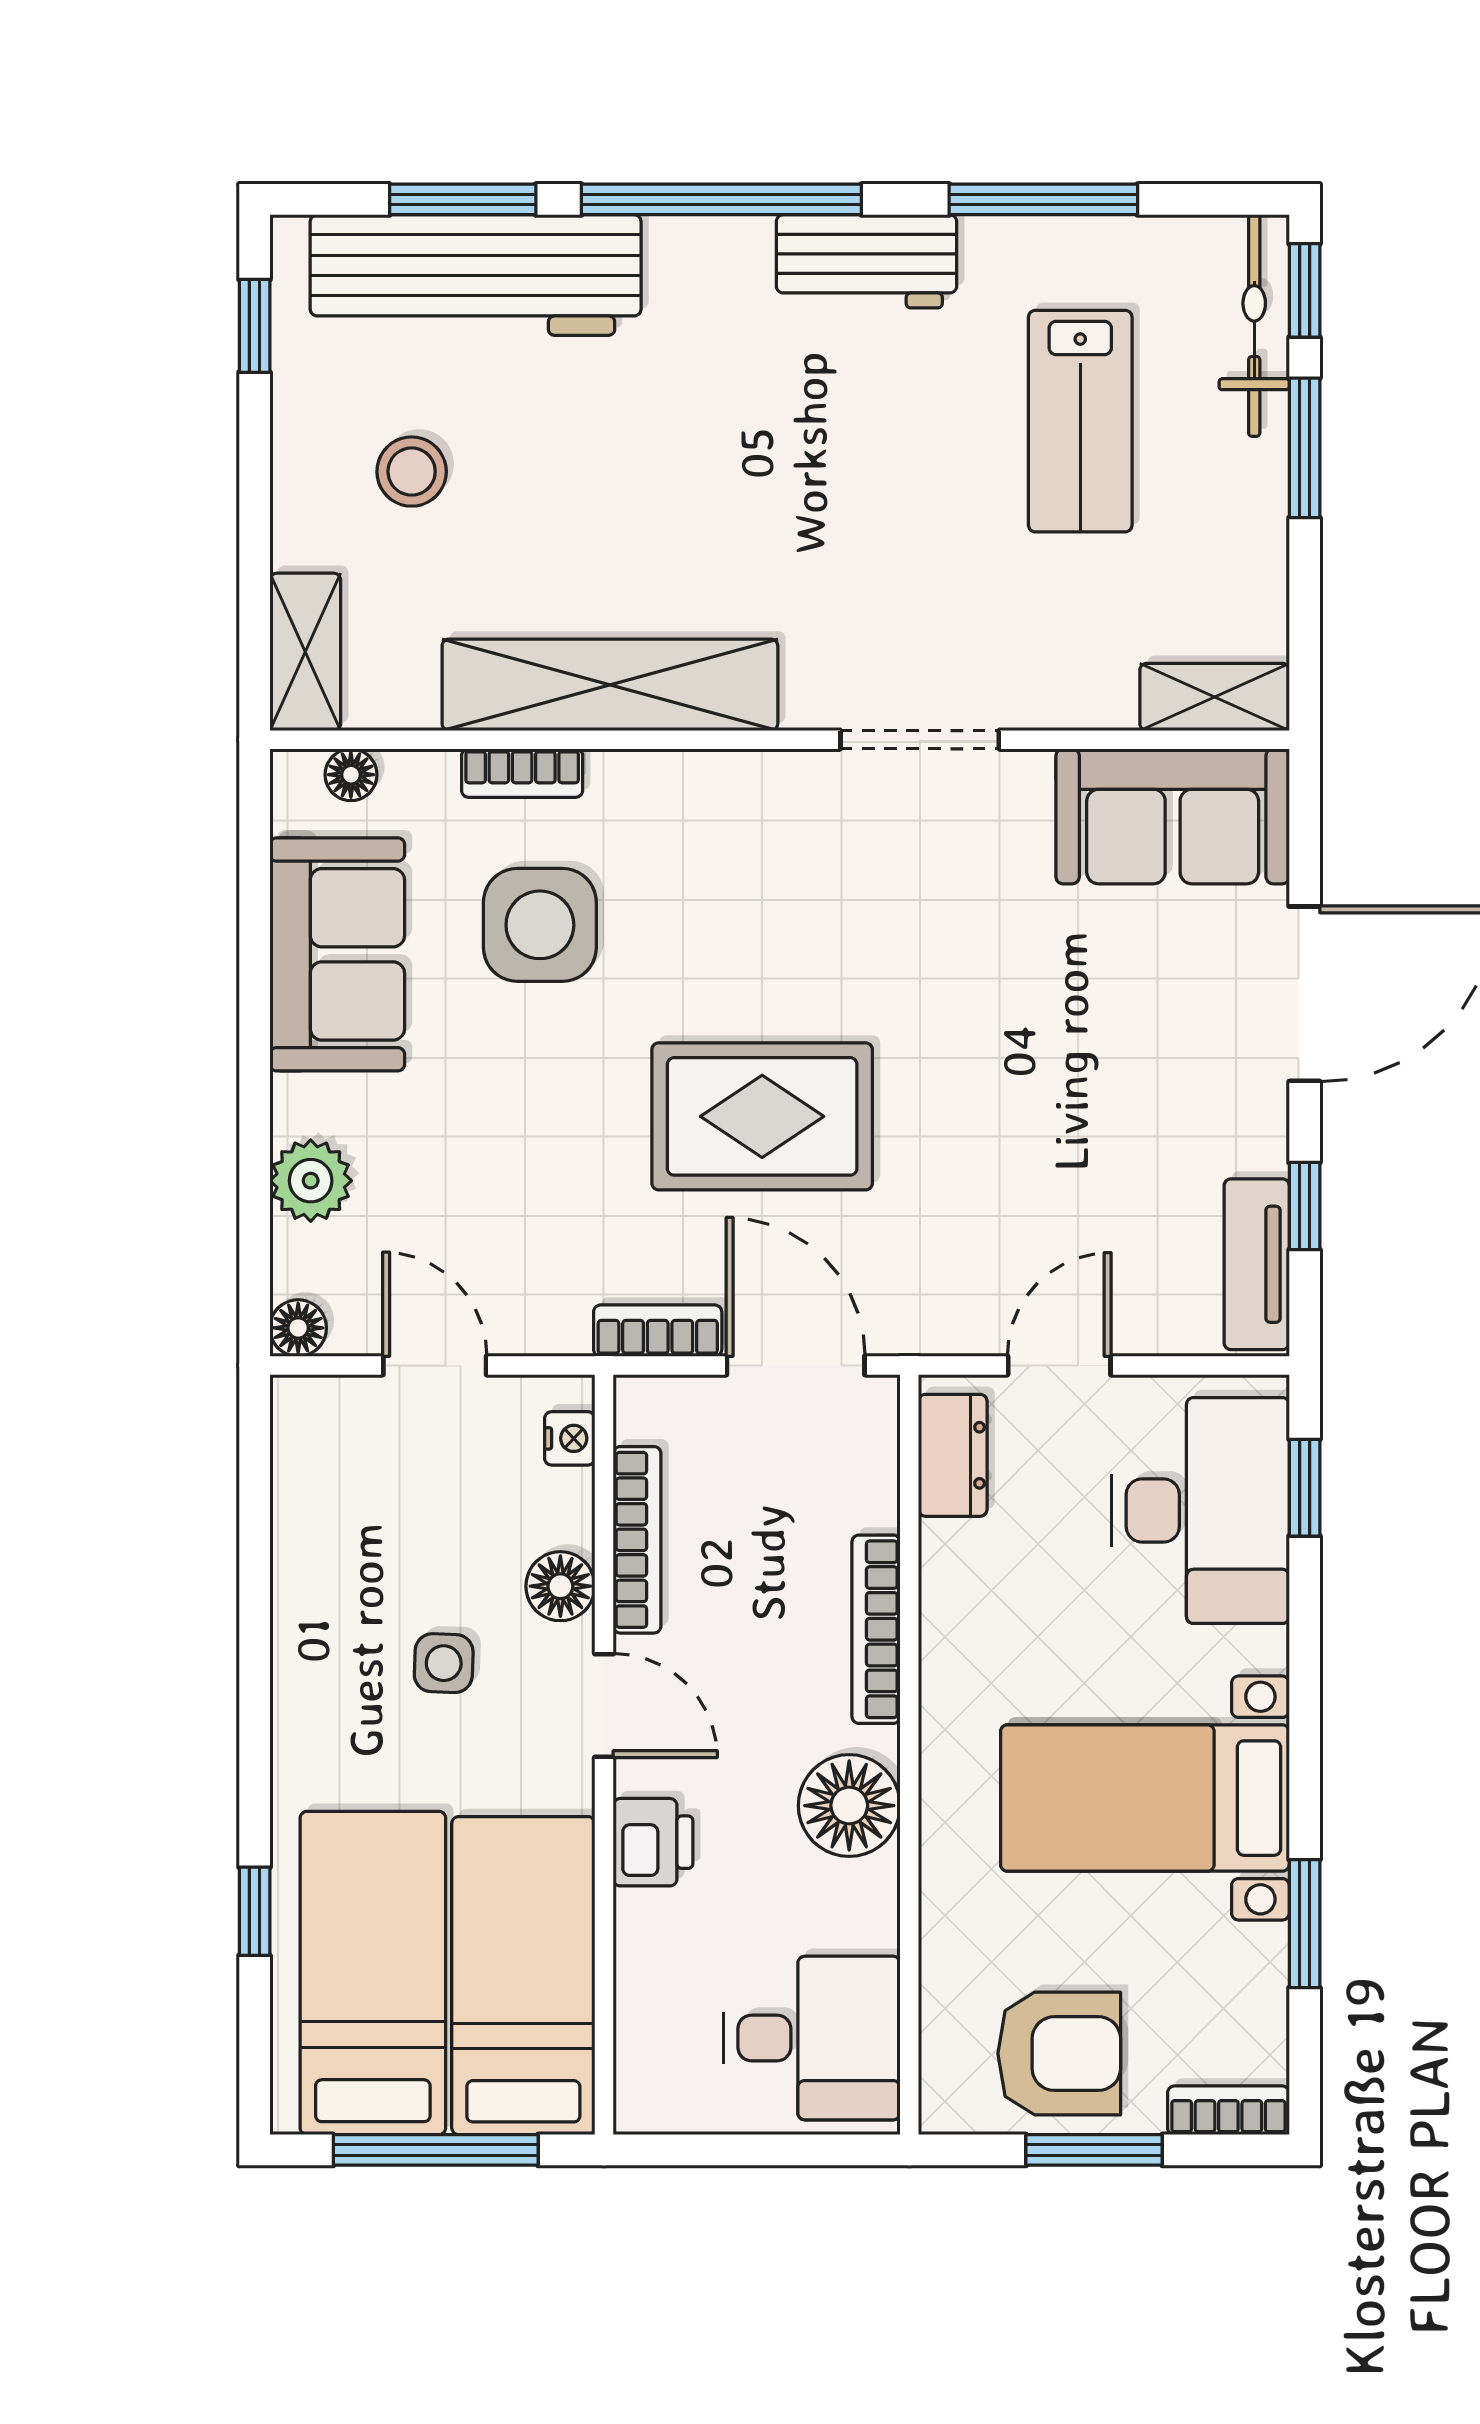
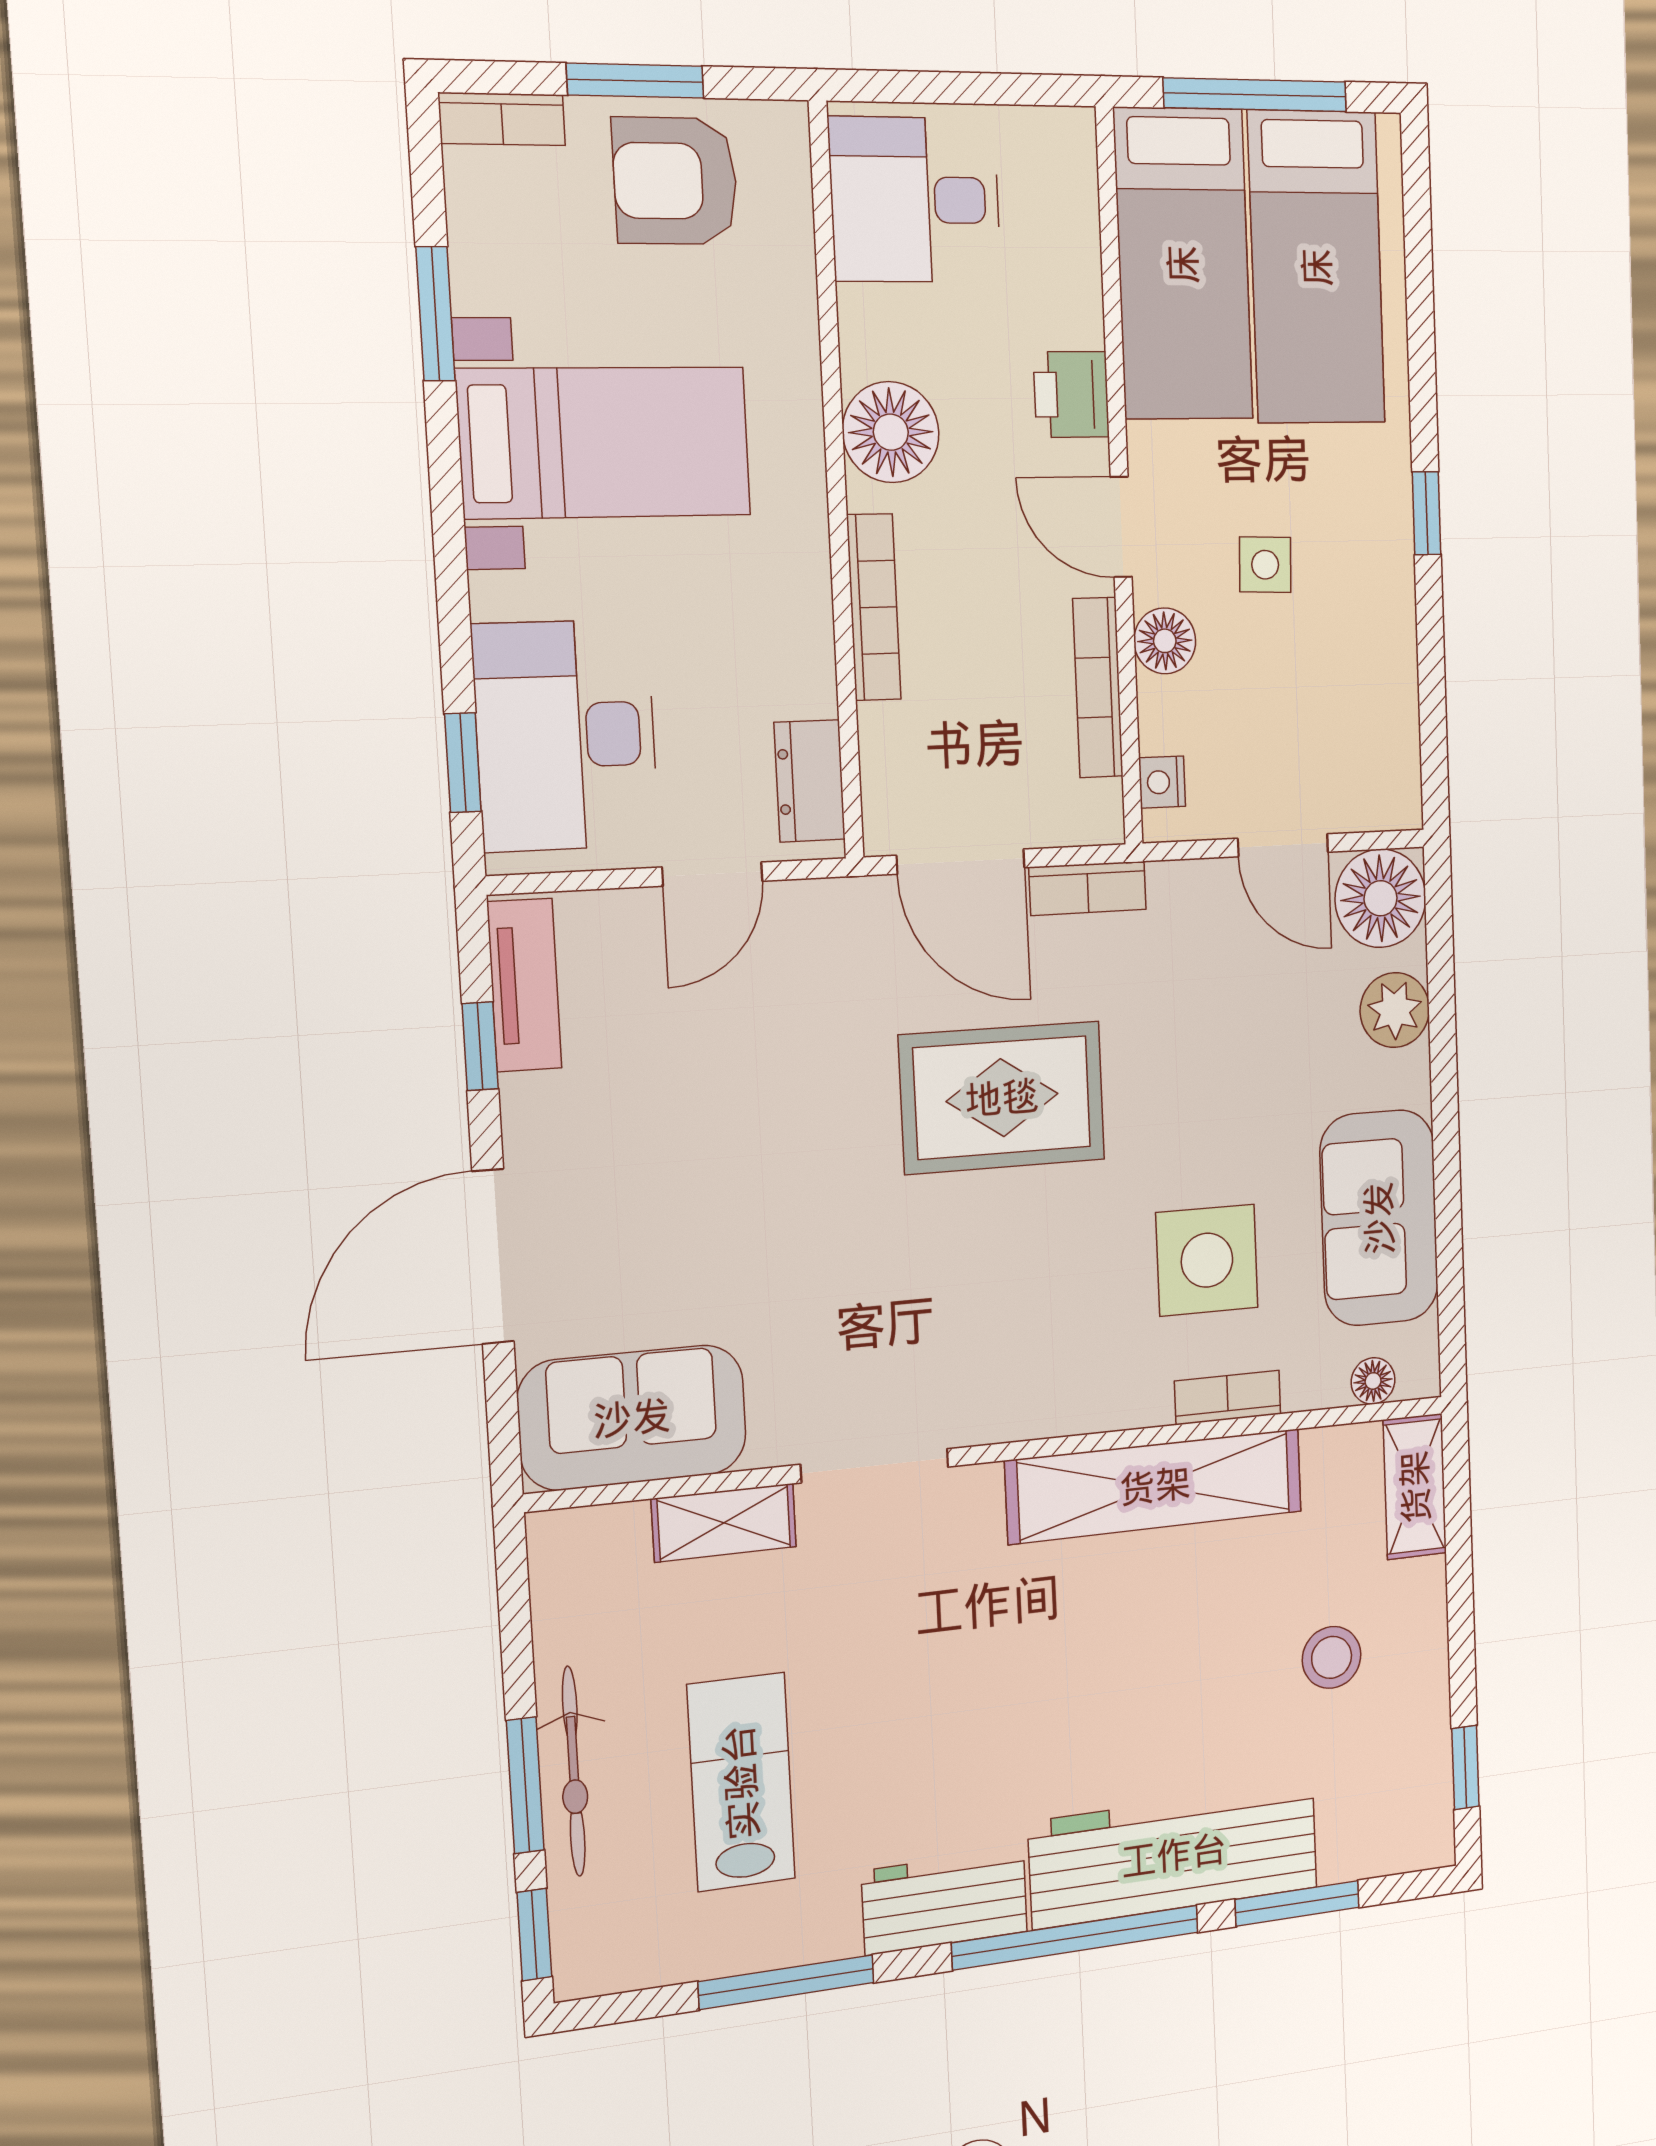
workbench: (476, 275) -> (1174, 1855), moved
bicycle: (1254, 325) -> (574, 1771), moved
shelving: (1215, 697) -> (724, 1523), moved
floor lamp: (298, 1328) -> (1381, 898), width x1.89, depth x1.89
window: (255, 1911) -> (1427, 513), moved

